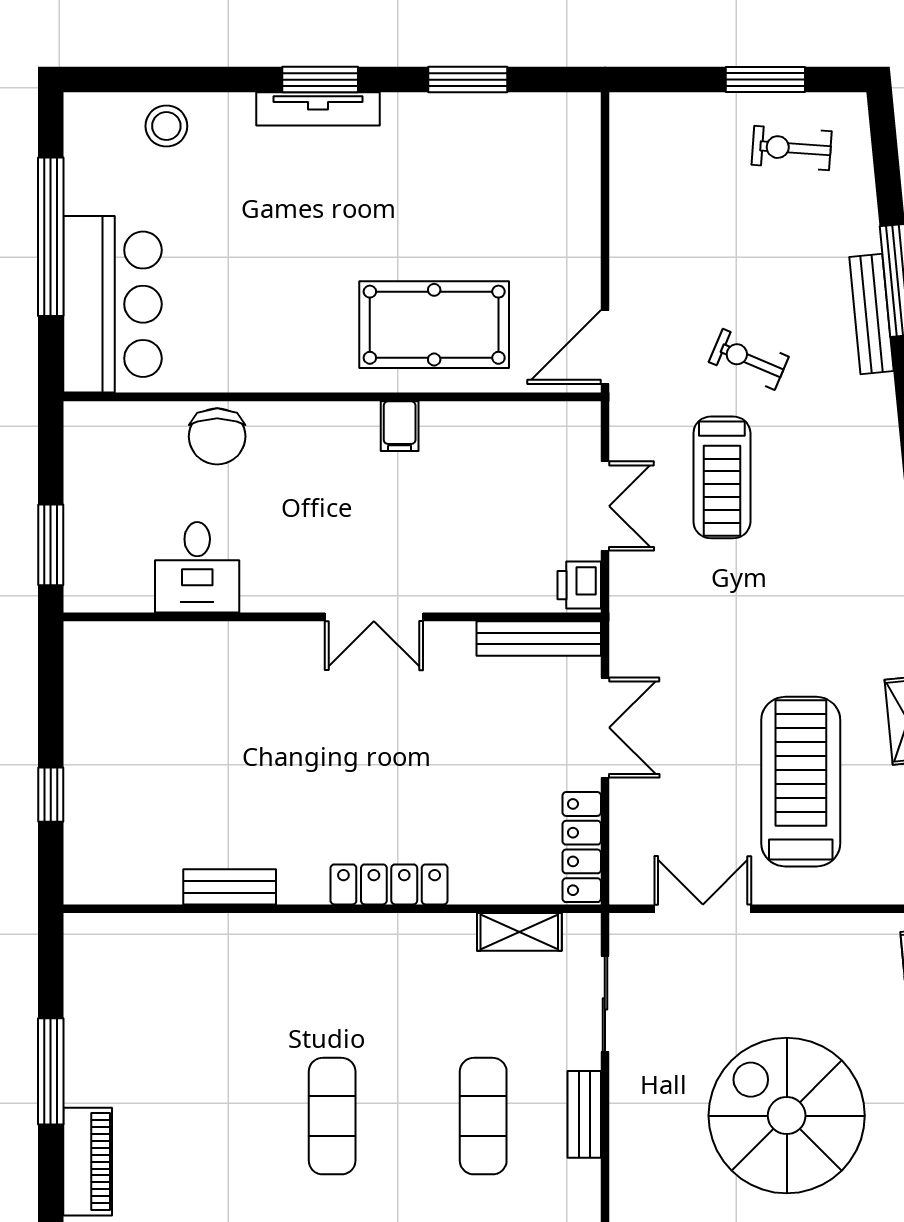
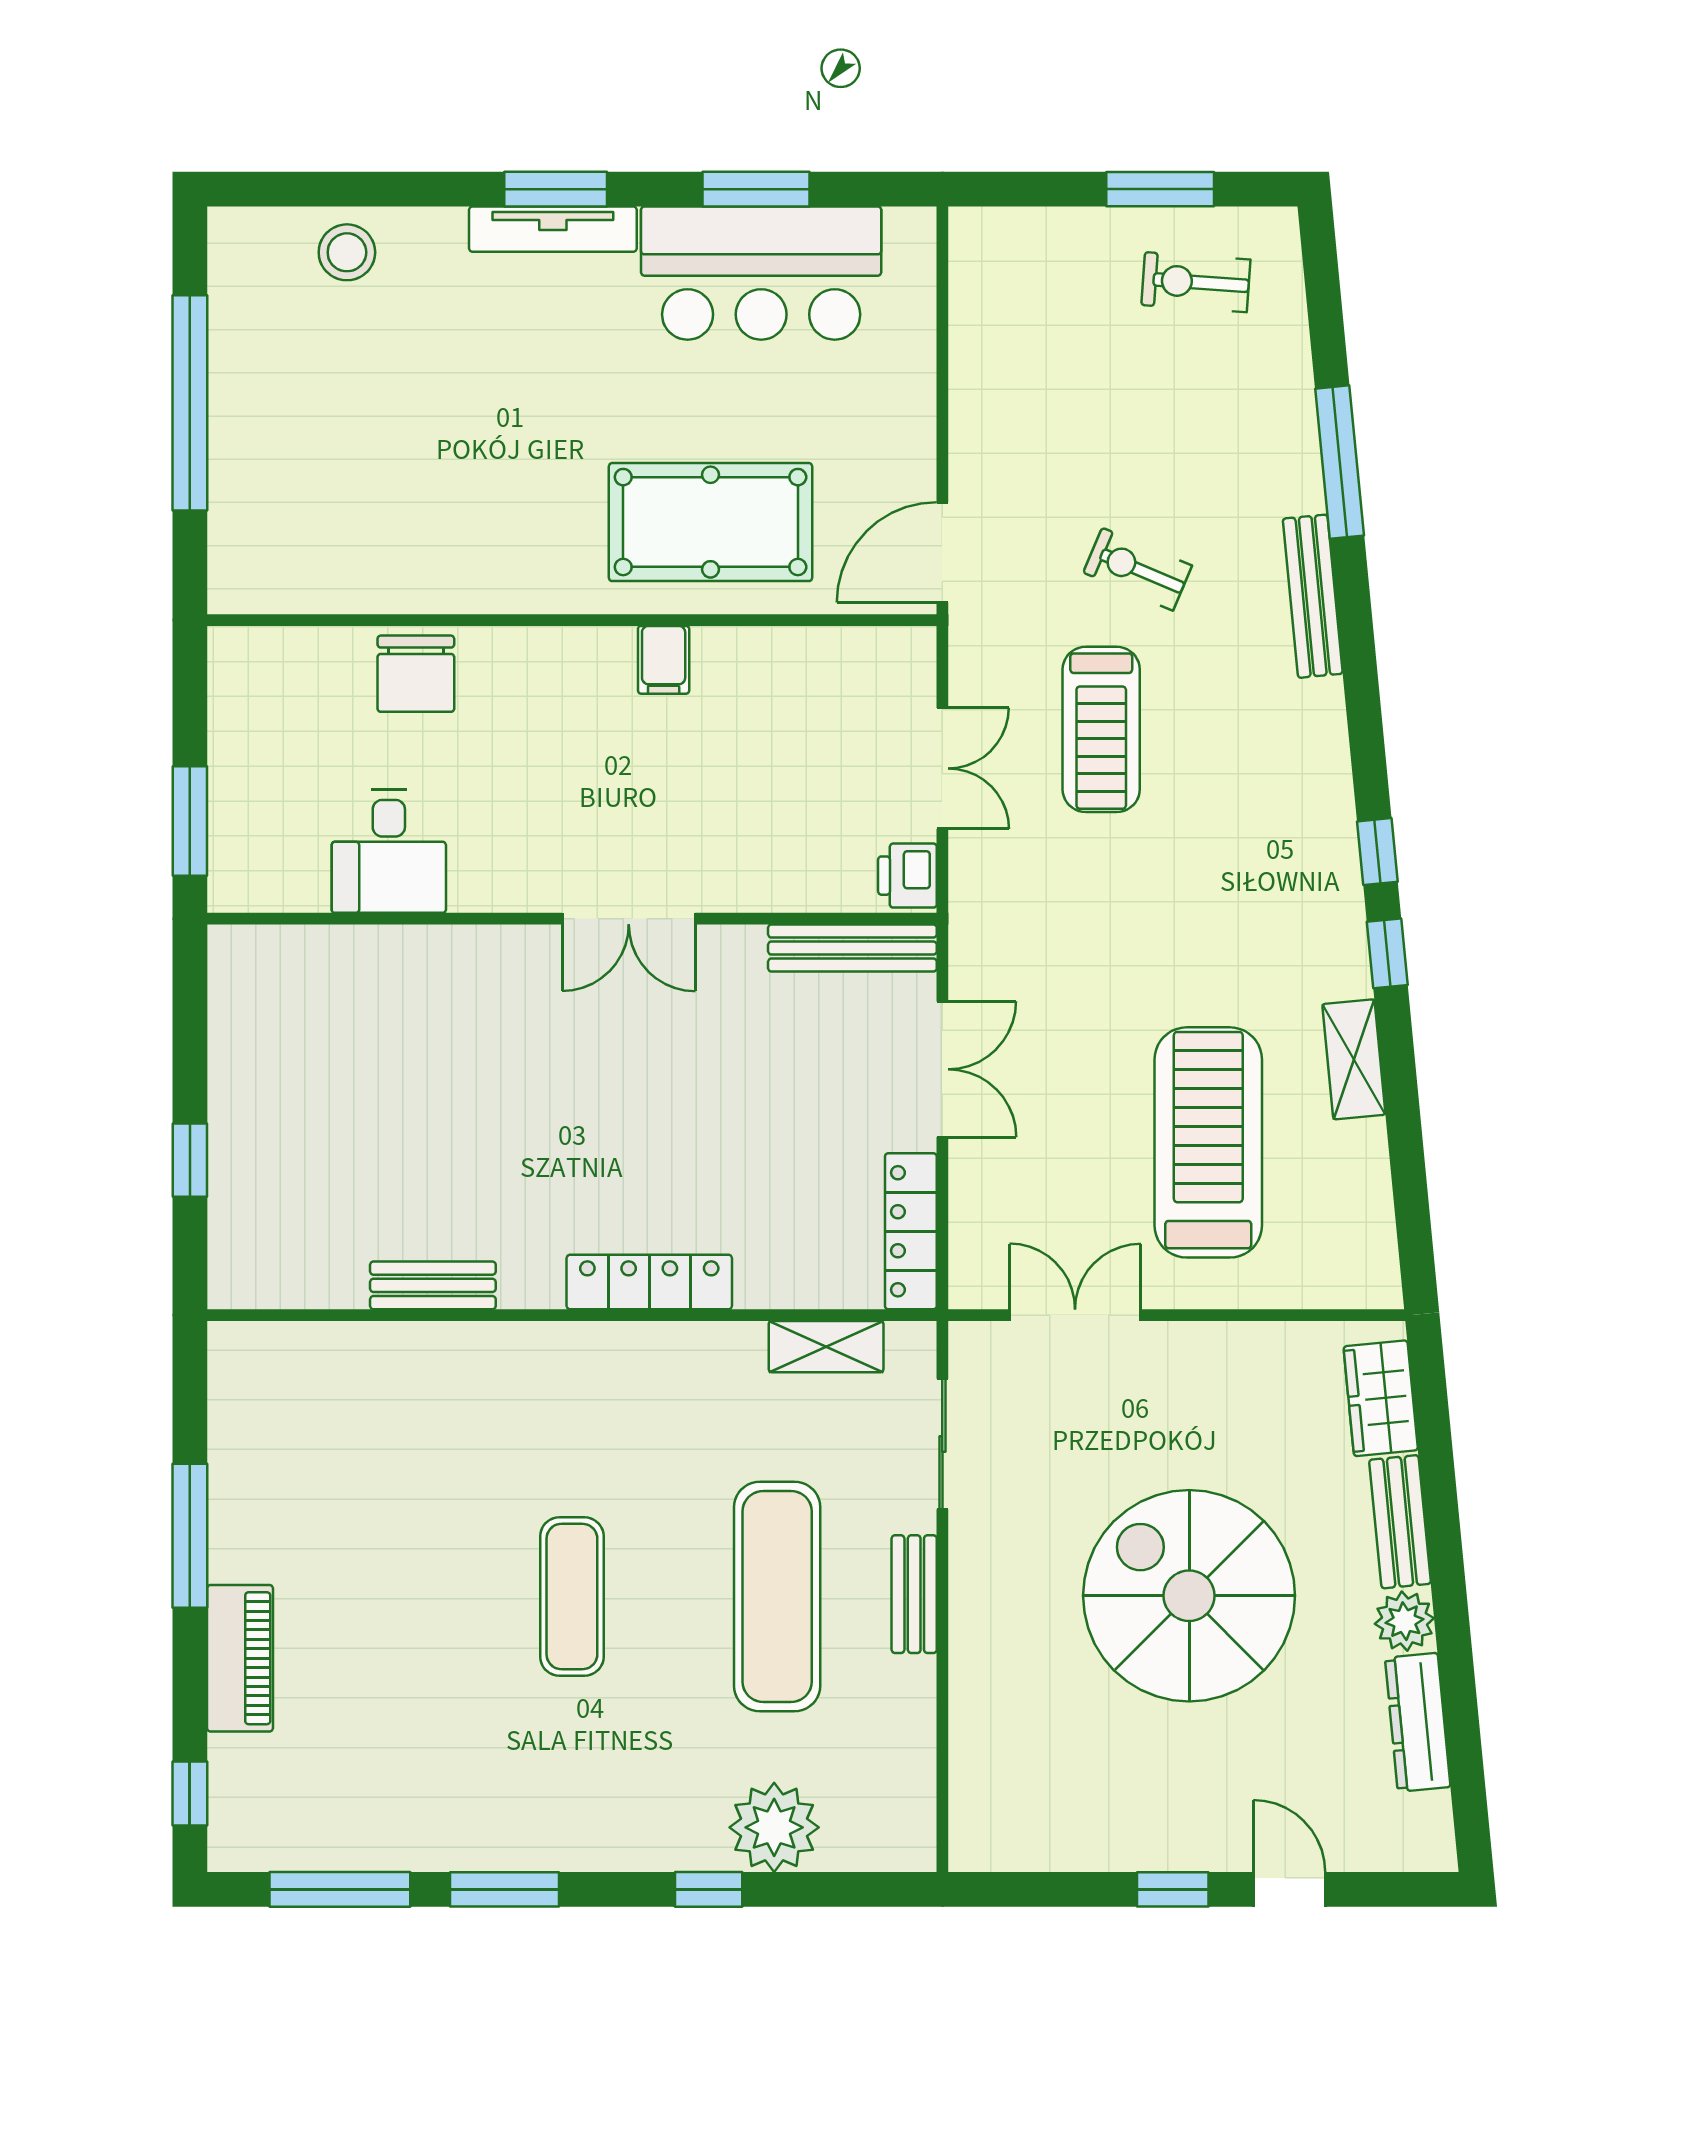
bar counter: (113, 304) -> (761, 273), moved, turned 90
bench: (871, 314) -> (1313, 596), moved
exercise mat: (483, 1116) -> (777, 1596), width x1.36, depth x1.45

